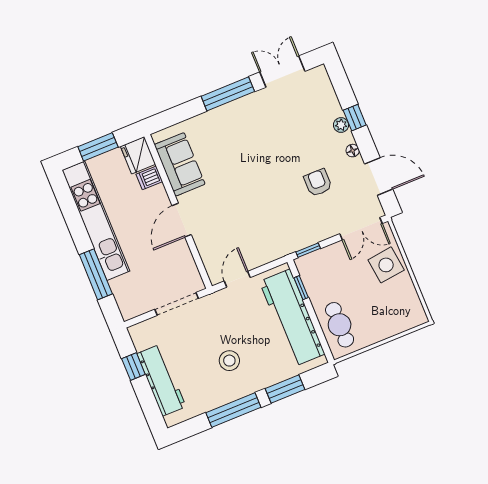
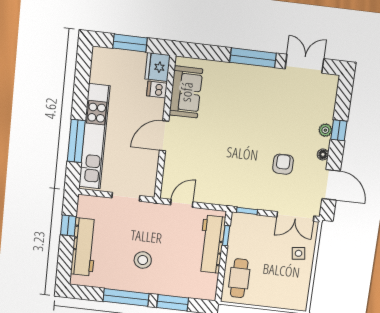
kitchen unit: (96, 221) -> (94, 136), moved
side table: (386, 265) -> (299, 253), width x0.54, depth x0.54
doorway: (177, 304) -> (126, 197), width x0.73
workbench: (292, 318) -> (212, 244), width x0.73, depth x0.76

